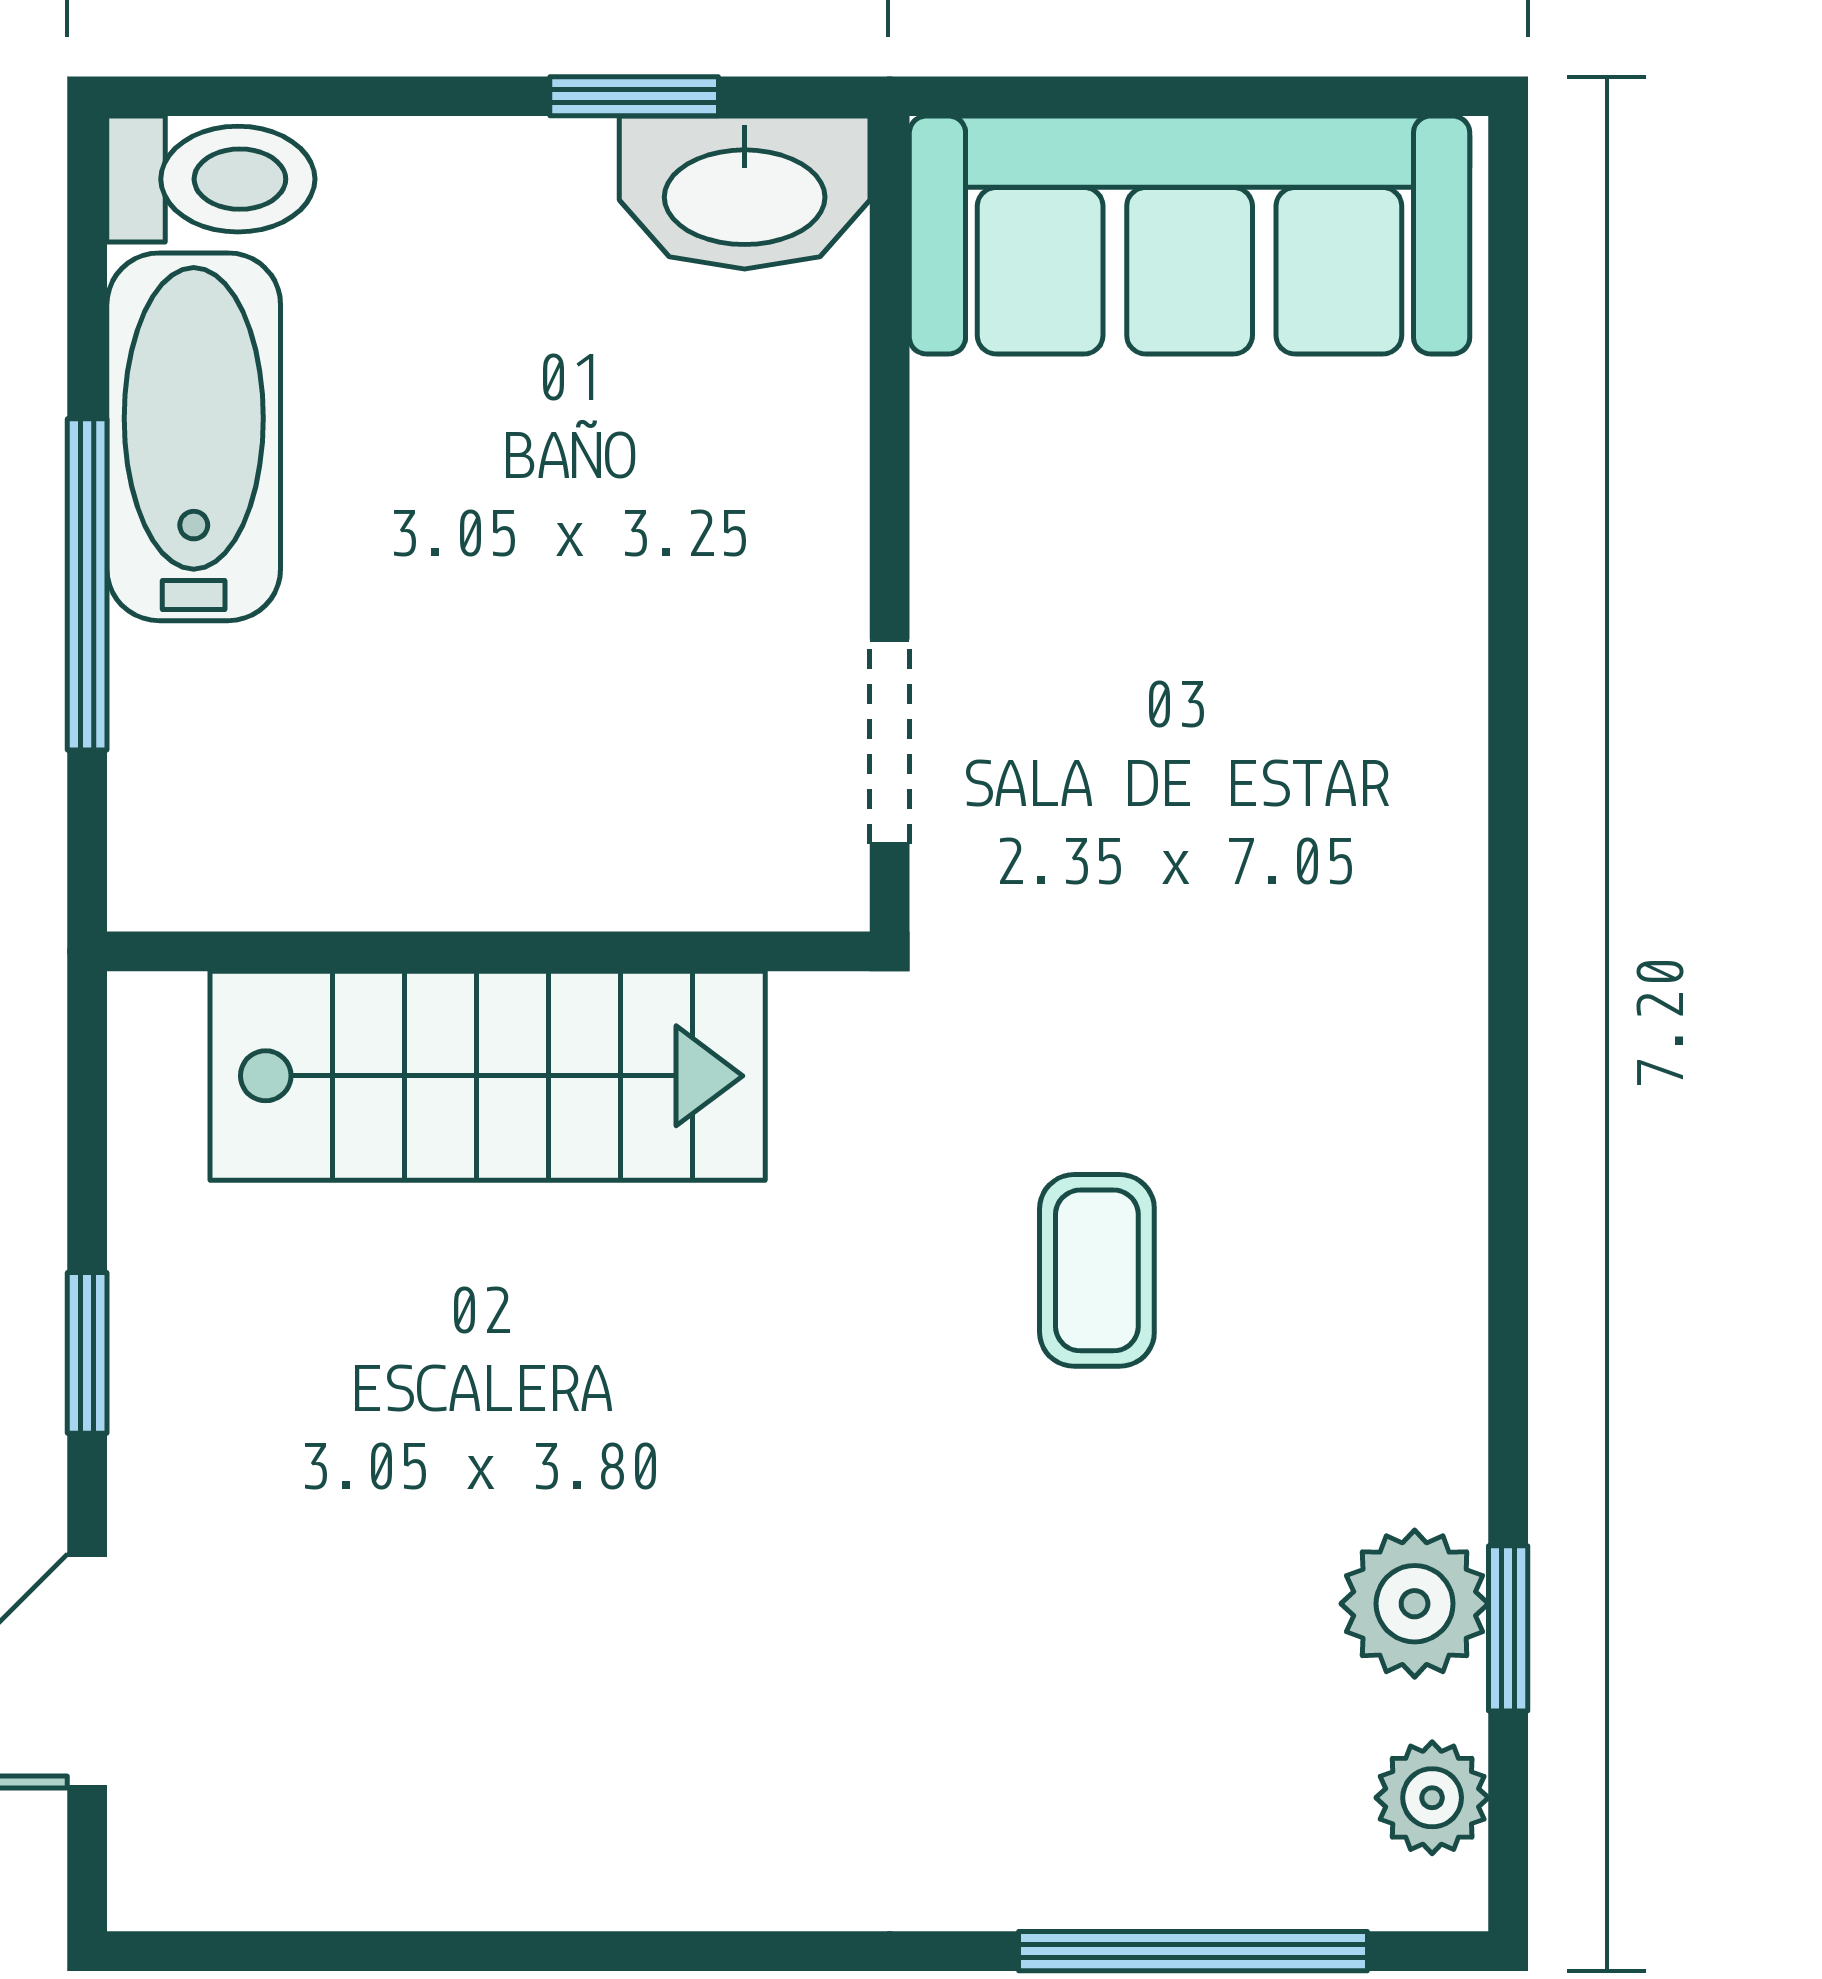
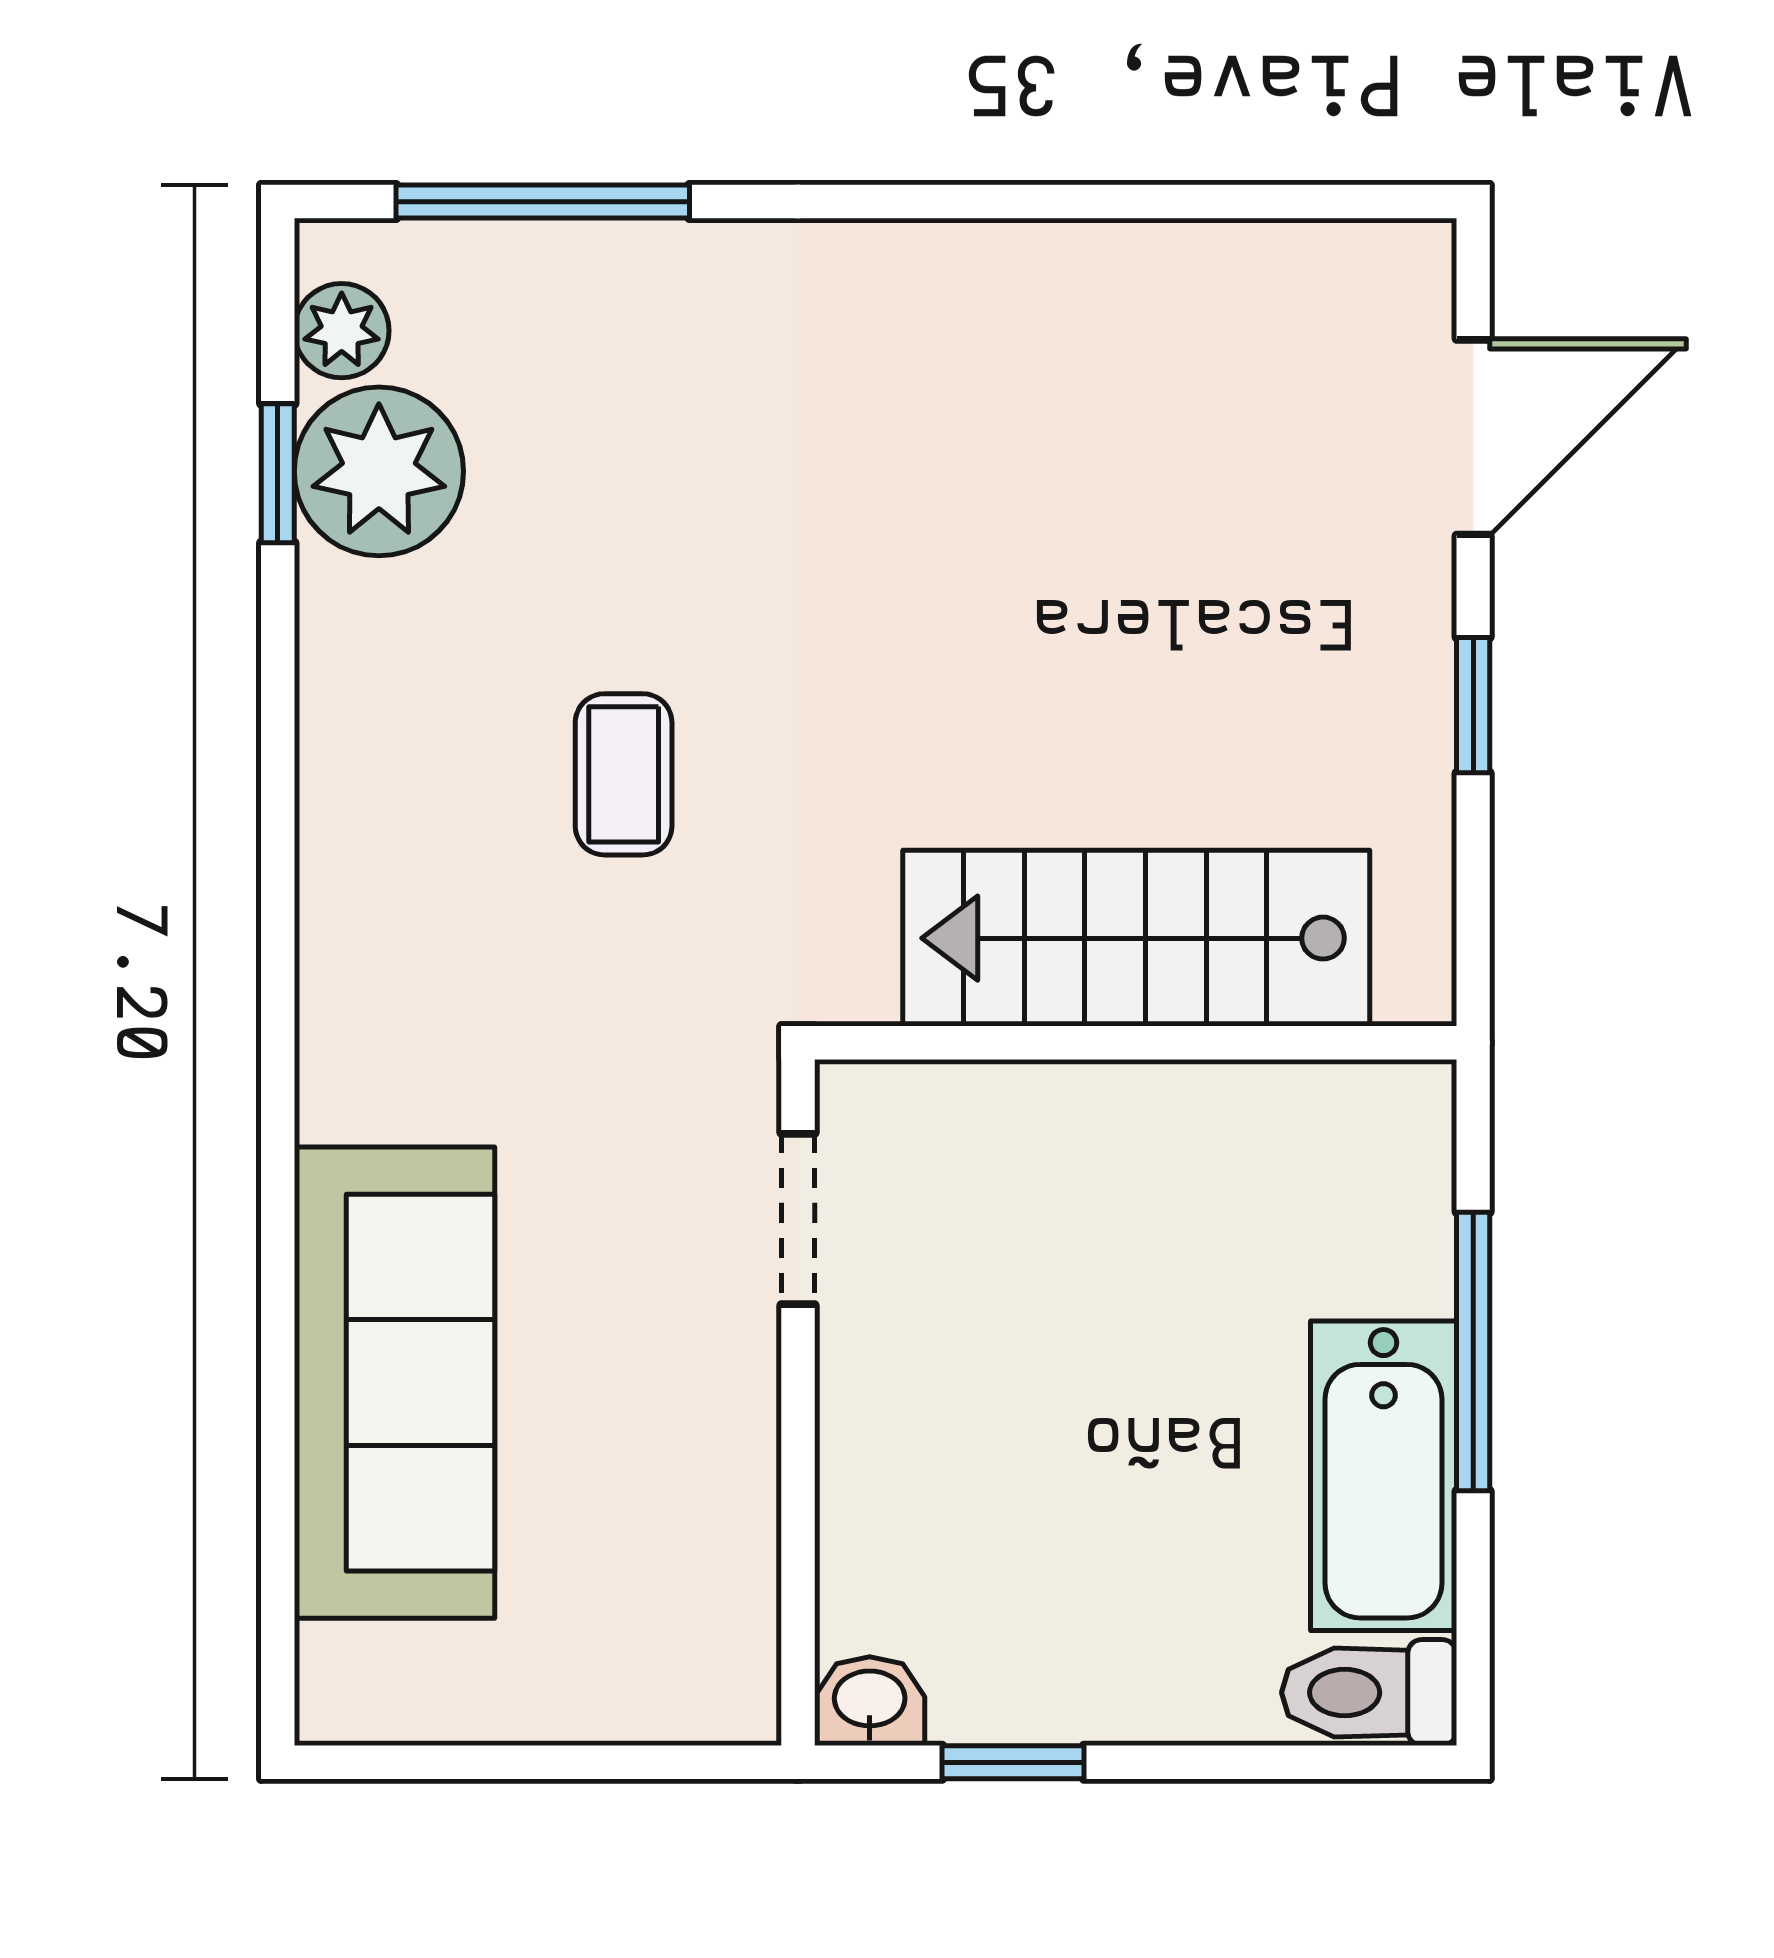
washbasin: (745, 193) -> (870, 1701), width x0.52, depth x0.69
sofa: (1190, 235) -> (394, 1383), moved, turned 90
plant: (1415, 1604) -> (379, 471), width x1.36, depth x1.36

